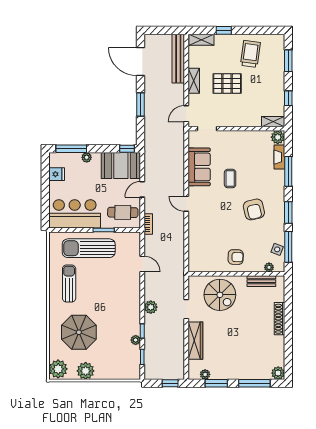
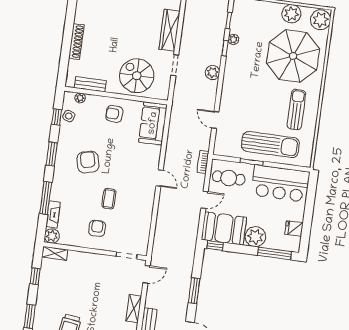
pallet: (227, 84) -> (98, 301), removed
armchair: (237, 150) -> (97, 228), added
plant: (87, 157) -> (255, 237), width x1.87, depth x1.87
sofa: (199, 167) -> (153, 123), moved
window: (288, 247) -> (57, 117), width x0.46
sun lounger: (69, 283) -> (296, 110), turned 180
parasol: (79, 332) -> (293, 56), width x1.36, depth x1.36

